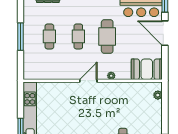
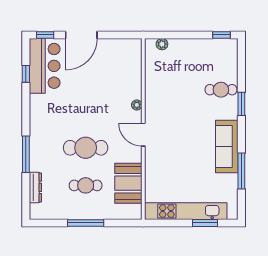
cafe table: (78, 36) -> (86, 148), width x1.37, depth x1.35
cafe table: (107, 36) -> (86, 110), removed
booth: (147, 69) -> (128, 183), moved

